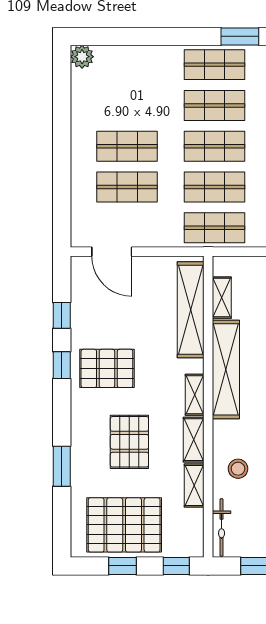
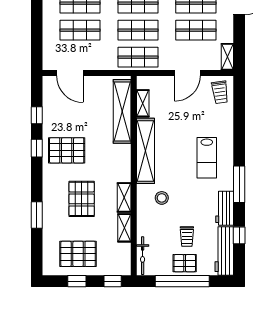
shelving: (195, 395) -> (125, 168), removed
stool: (238, 469) -> (162, 198), moved
pallet: (124, 525) -> (78, 254), width x0.73, depth x0.71

